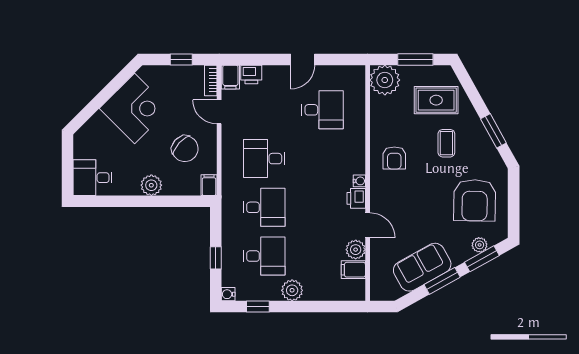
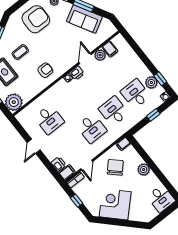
door: (303, 59) -> (34, 146), swing flipped
desk: (322, 110) -> (49, 119), turned 180
plant: (292, 290) -> (151, 82), moved

